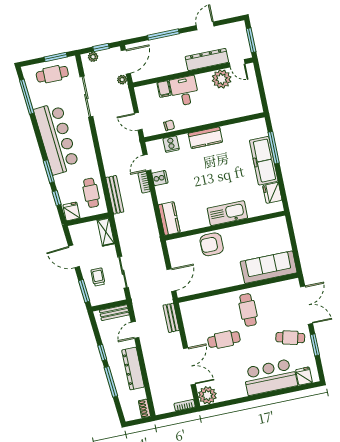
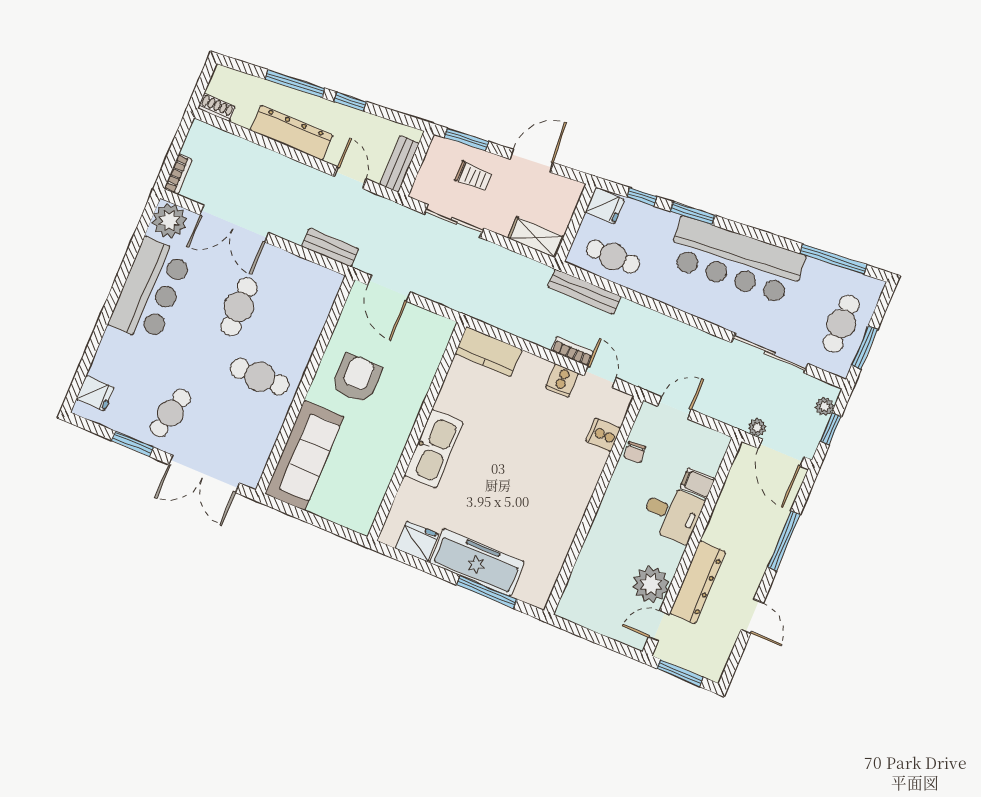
kitchen counter: (205, 138) -> (576, 495), removed
armchair: (212, 244) -> (357, 379), moved
bar counter: (270, 377) -> (150, 290), moved

